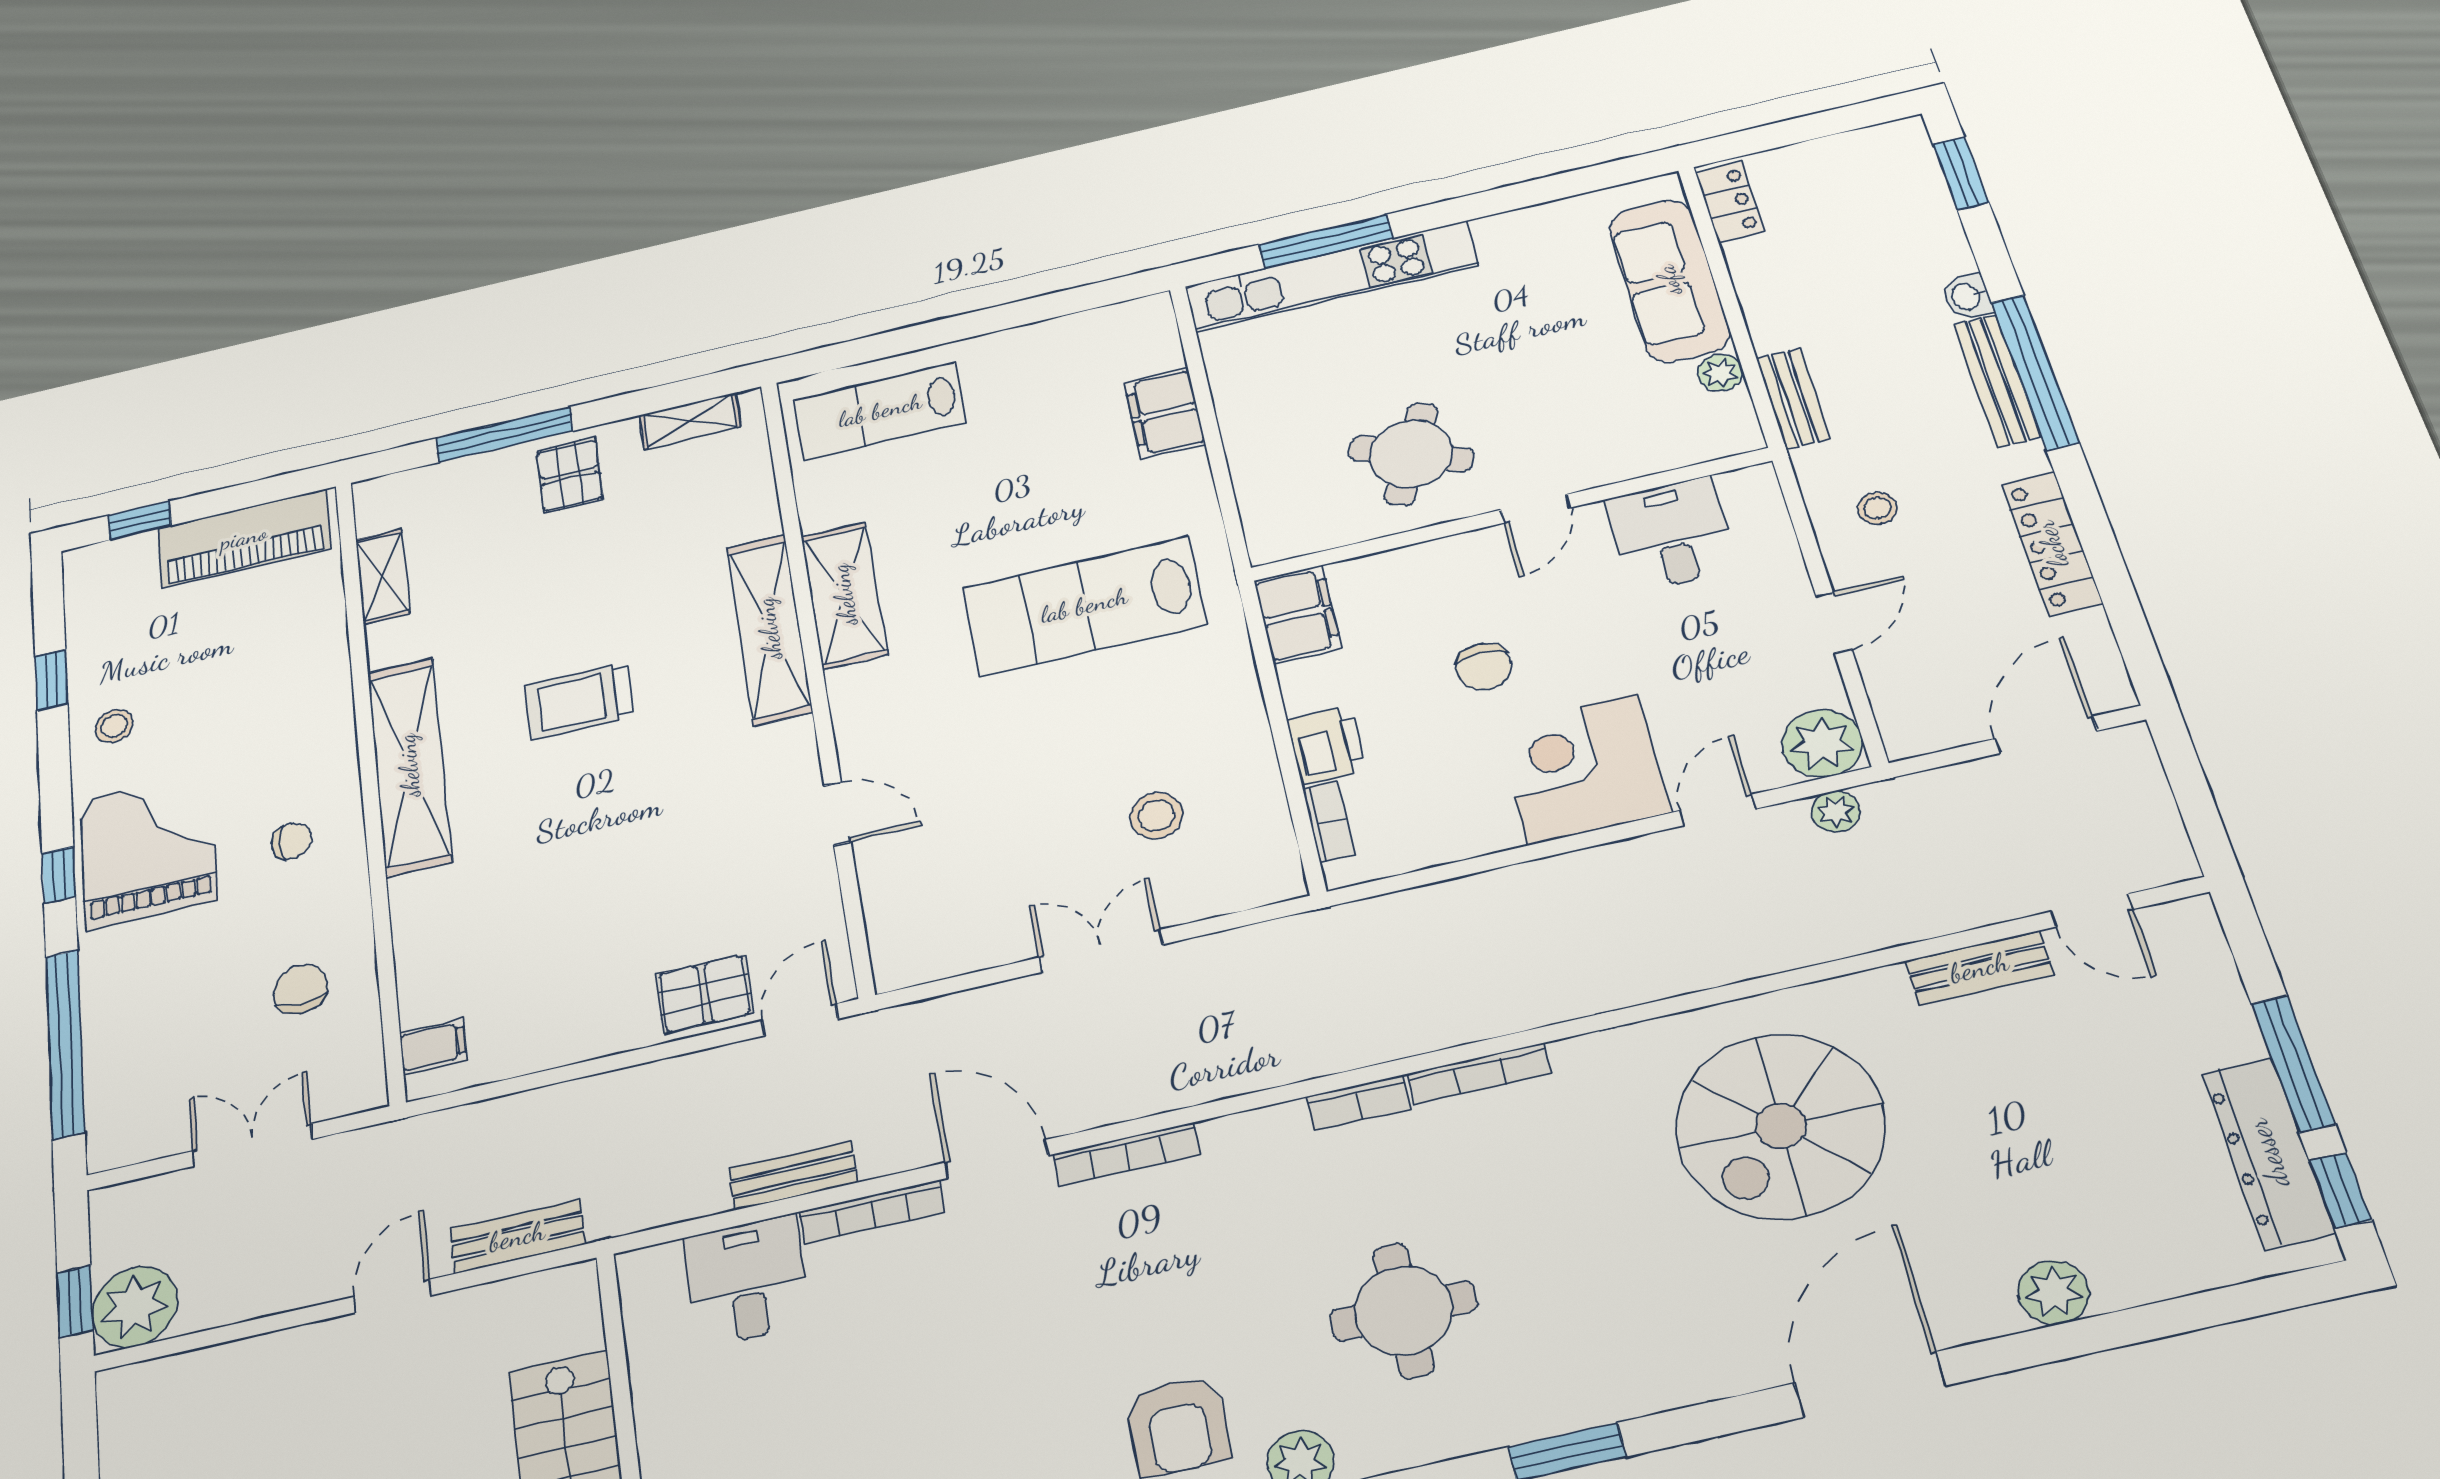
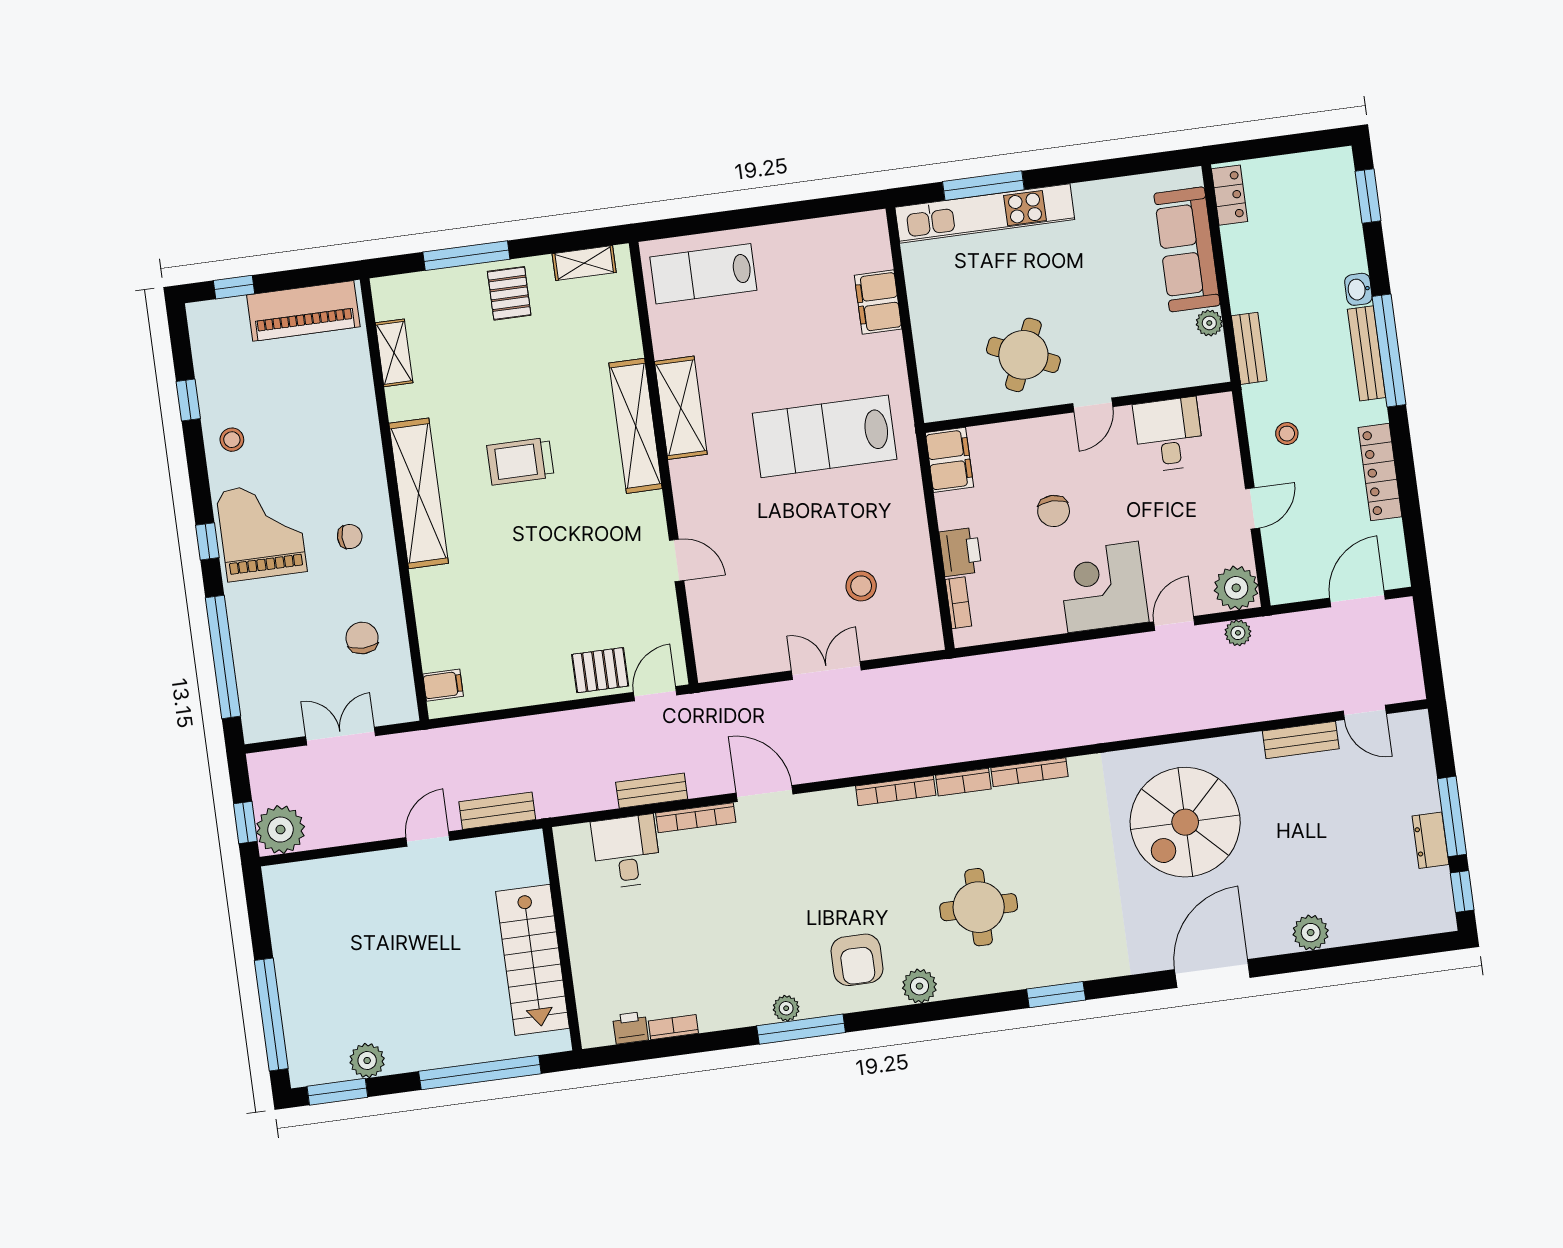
dresser: (2268, 1153) -> (1430, 840), width x0.51, depth x0.80
bookcase: (1127, 1154) -> (896, 791), moved

